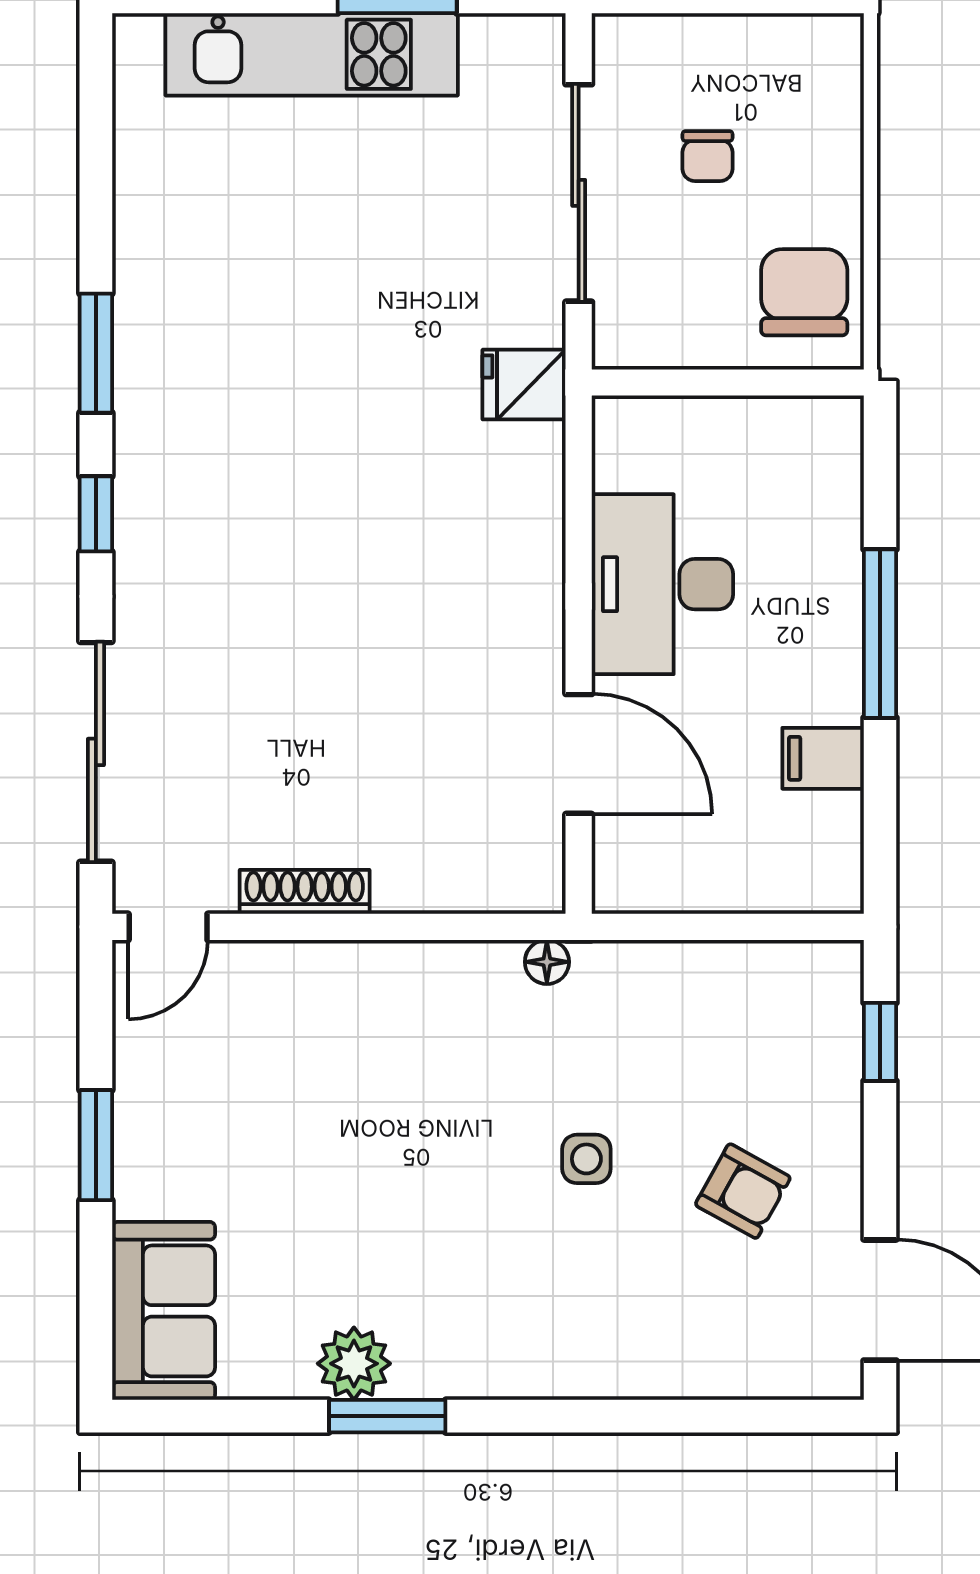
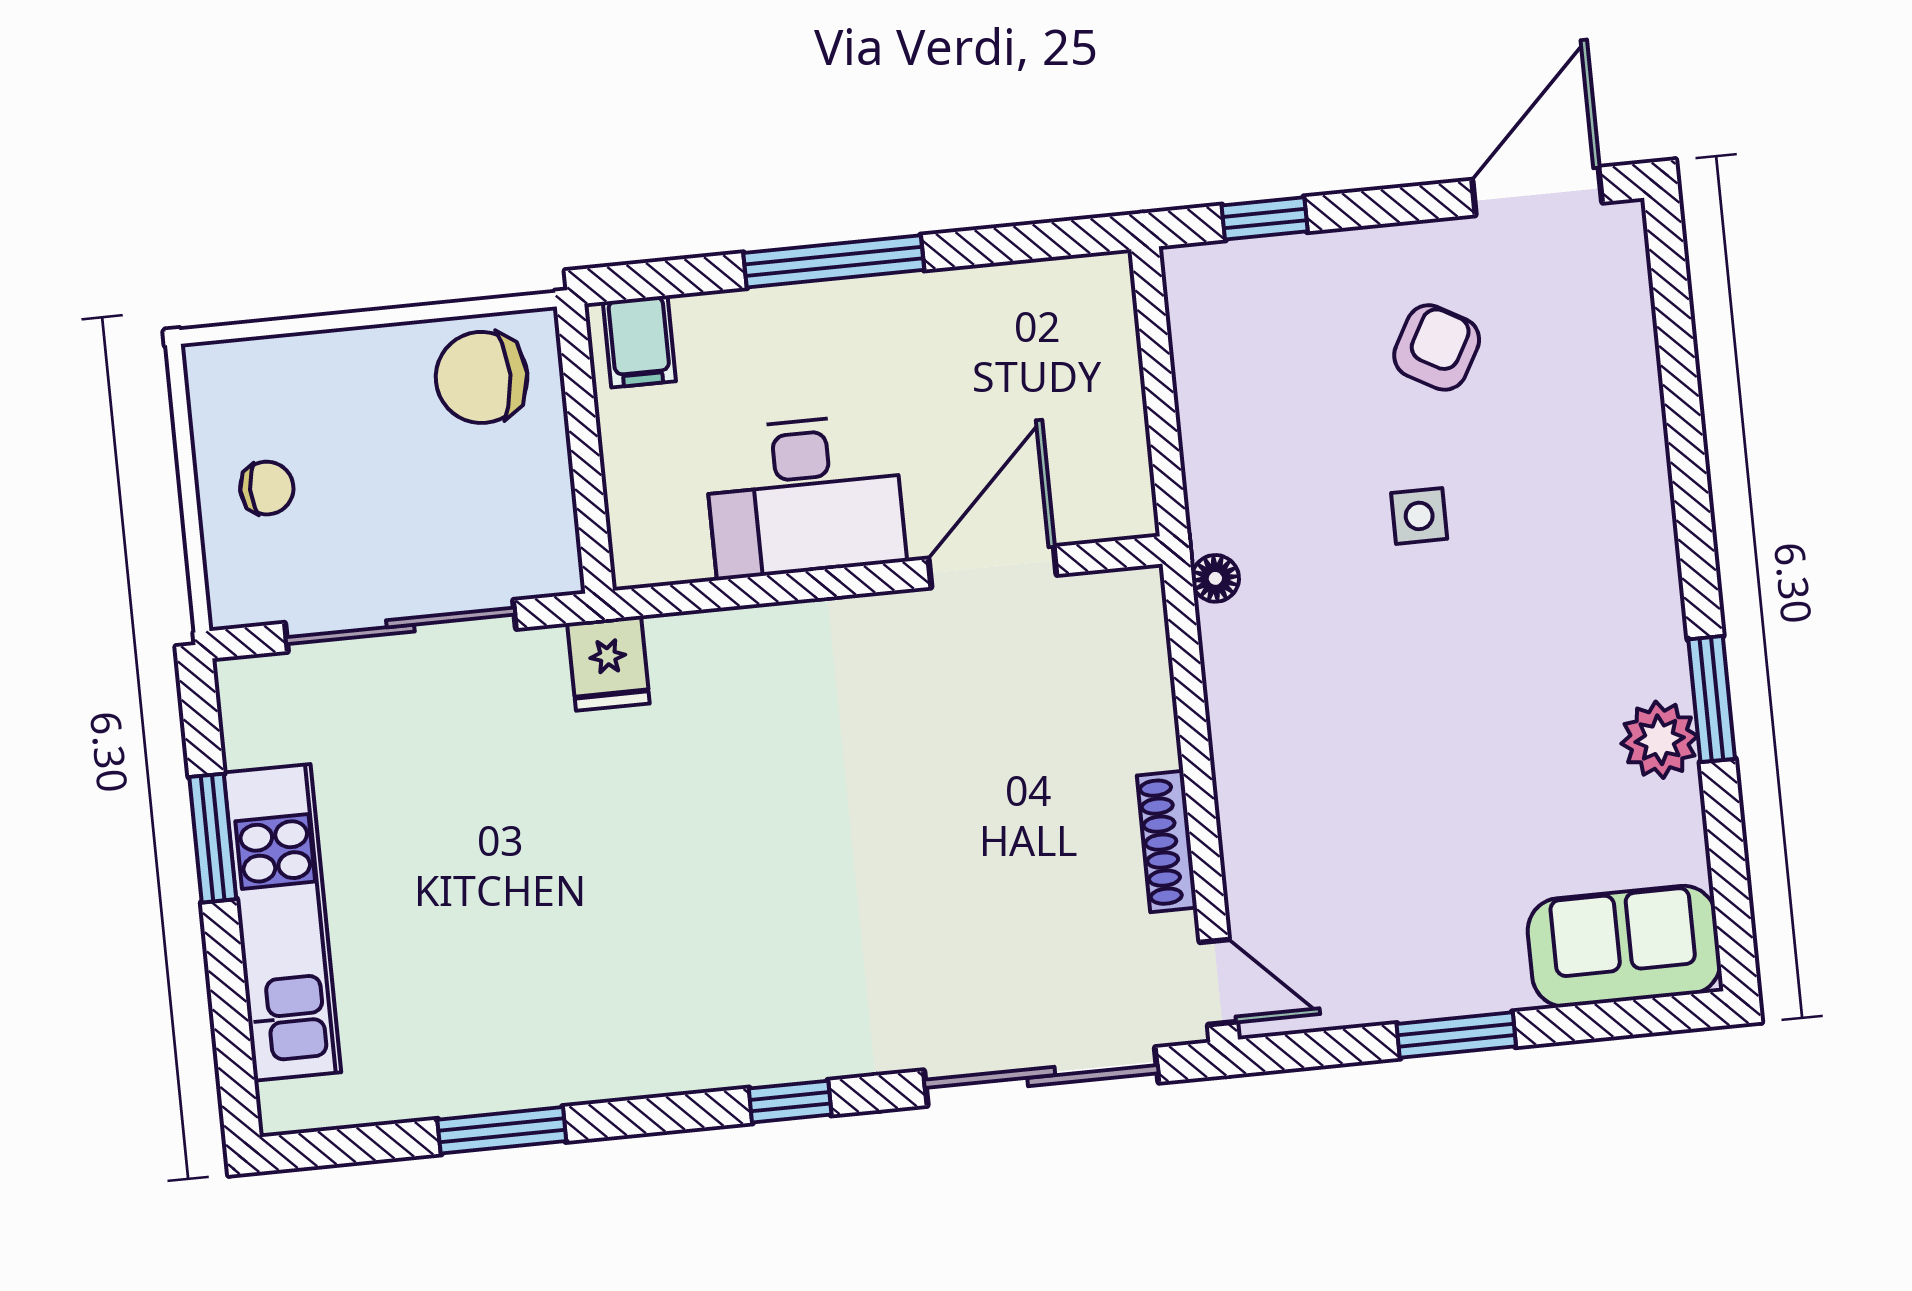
chair: (708, 156) -> (267, 488), moved
window: (96, 353) -> (502, 1130), moved
filing cabinet: (823, 758) -> (639, 342), moved

